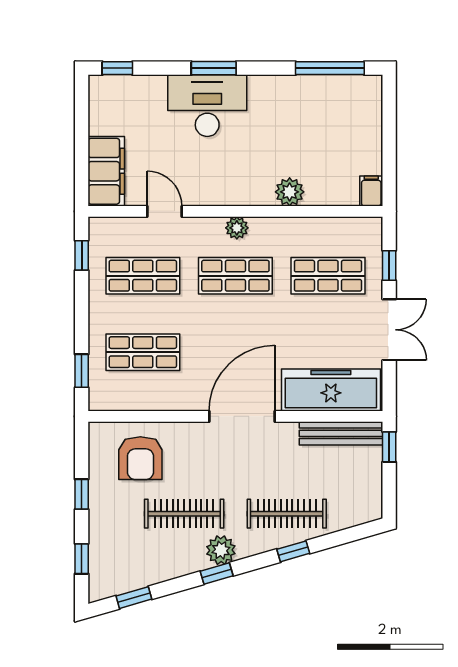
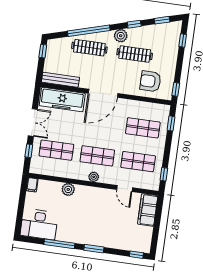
window: (330, 68) -> (59, 244), moved
desk: (207, 106) -> (39, 224), moved
double door: (389, 330) -> (33, 122), swing flipped
window: (389, 447) -> (43, 51), moved
armchair: (140, 458) -> (150, 81), turned -90
window: (82, 494) -> (176, 89), moved
window: (293, 551) -> (89, 31), width x3.17
window: (217, 574) -> (134, 24), moved

